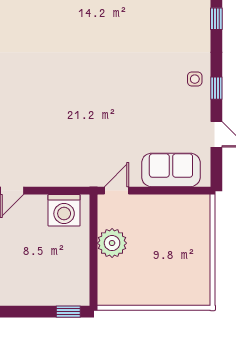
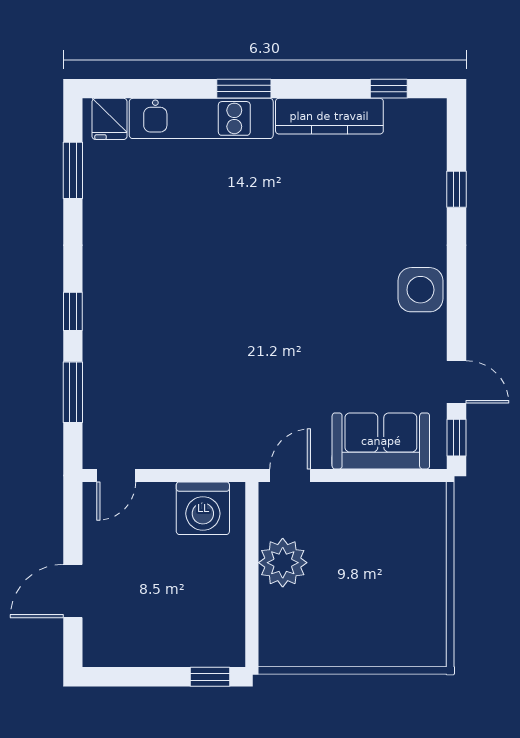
side table: (195, 79) -> (420, 290), width x1.87, depth x1.87
window: (216, 88) -> (456, 438), moved

